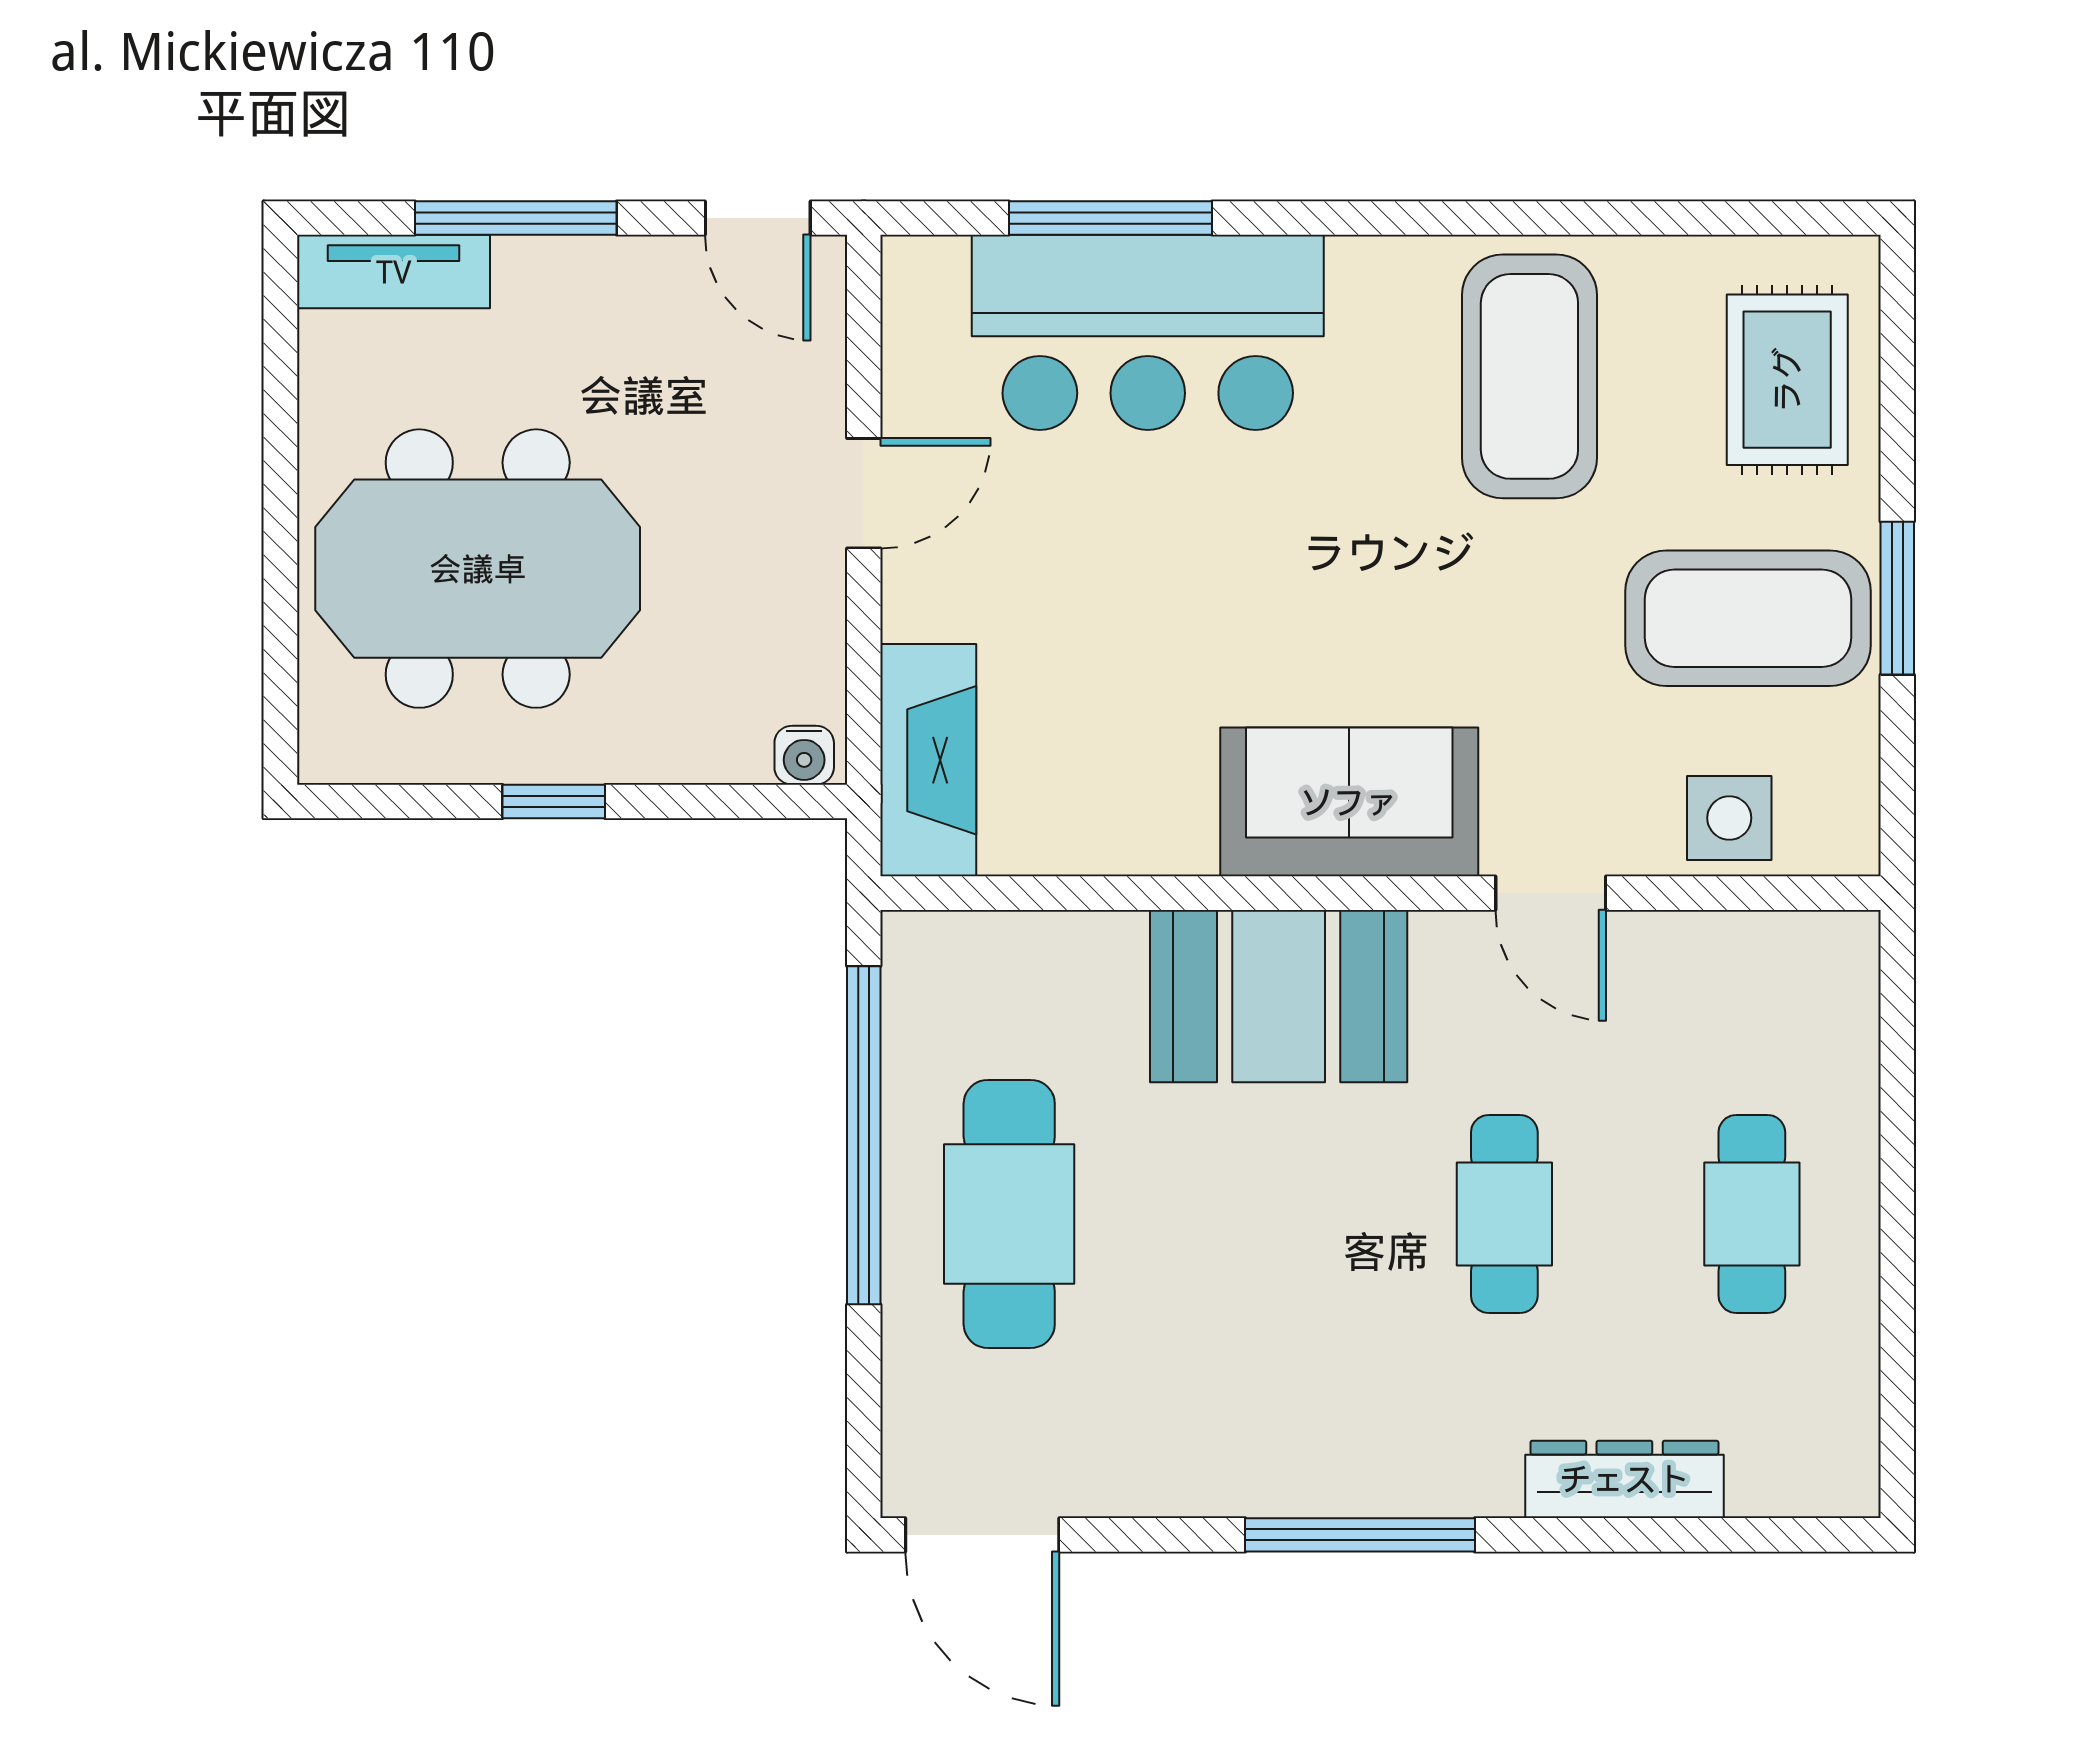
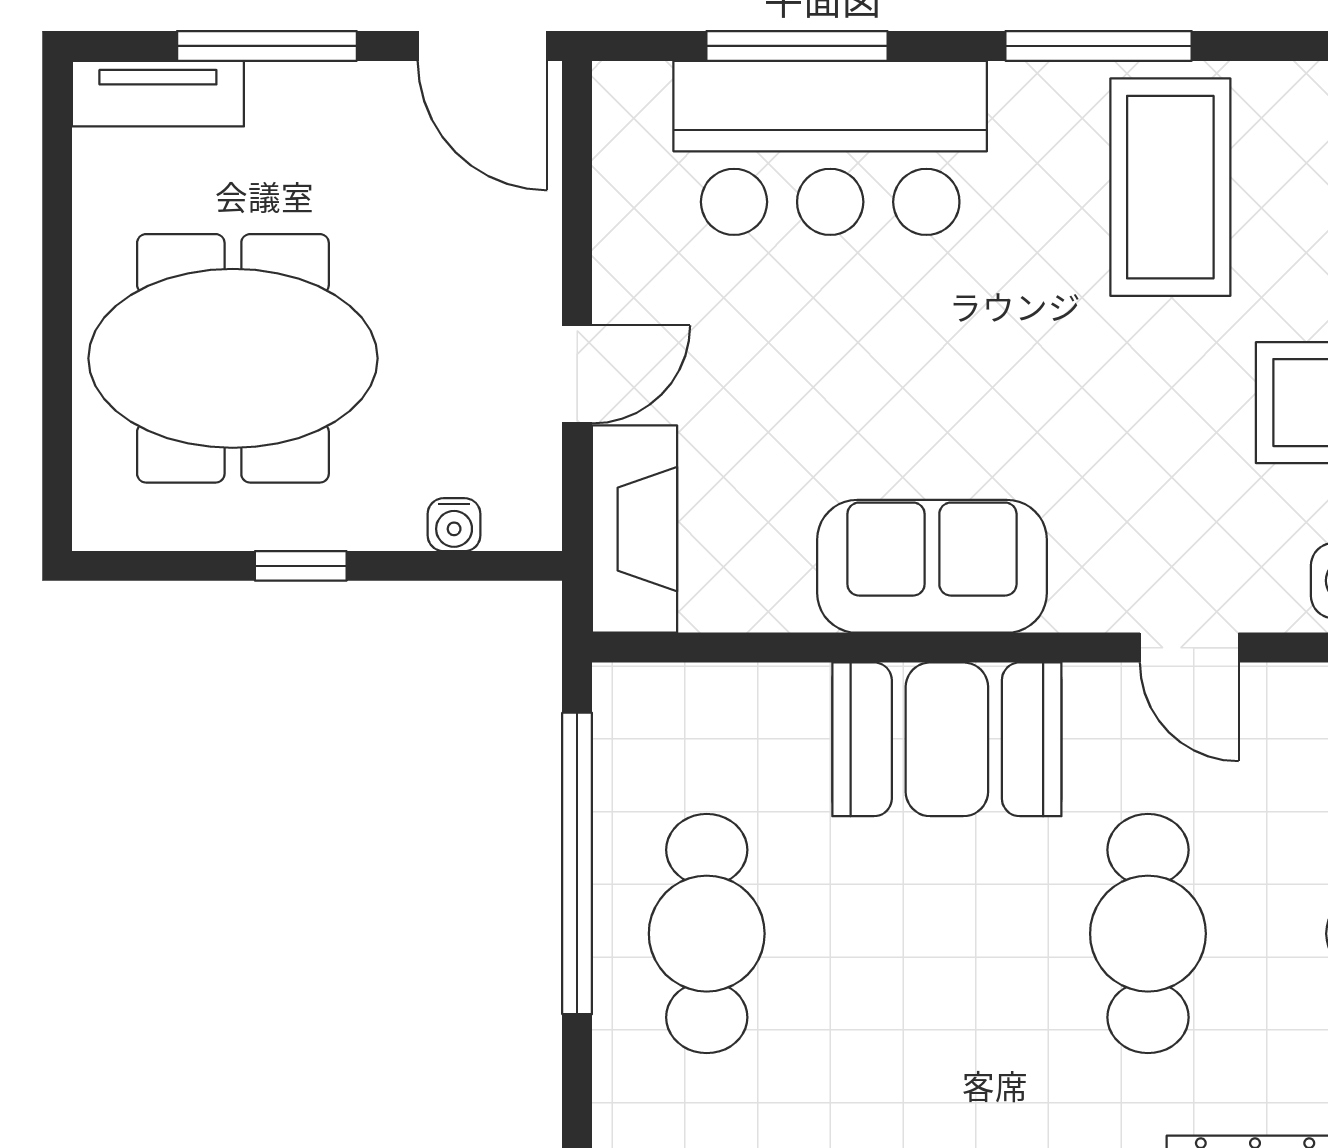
door: (758, 218) -> (482, 46), width x1.38
window: (1449, 218) -> (1099, 46), added
door: (864, 493) -> (577, 374), moved
water cooler: (804, 755) -> (454, 525), moved
sofa: (1349, 802) -> (932, 566), moved
cafe table: (1504, 1214) -> (1148, 934), width x1.37, depth x1.35

